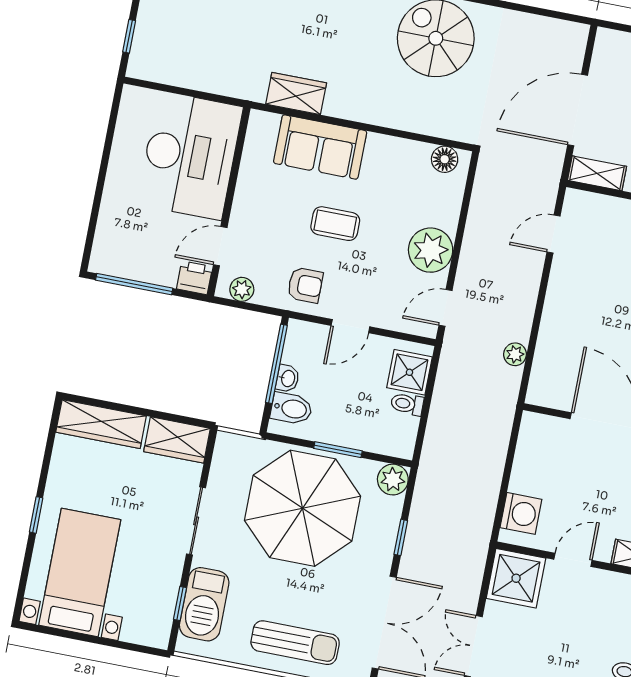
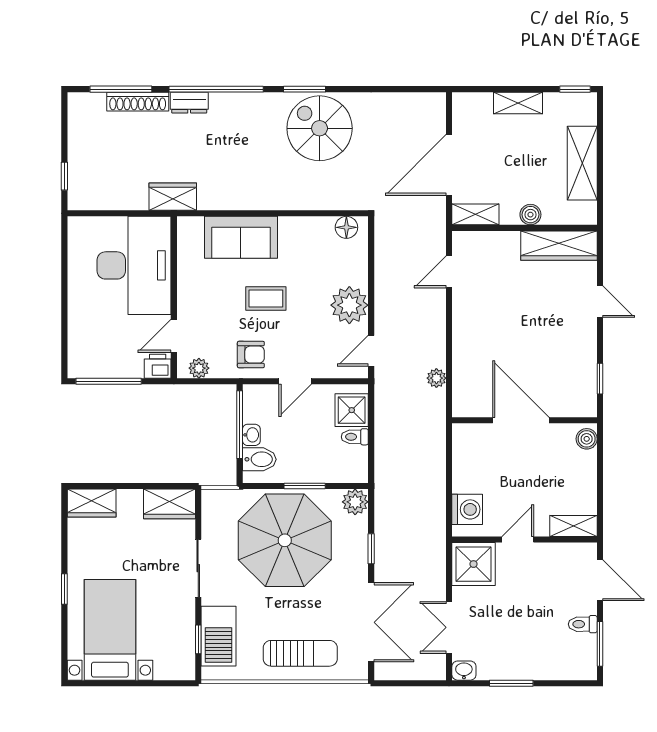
wardrobe: (296, 93) -> (173, 197), moved
wardrobe: (101, 424) -> (92, 503), width x0.67

